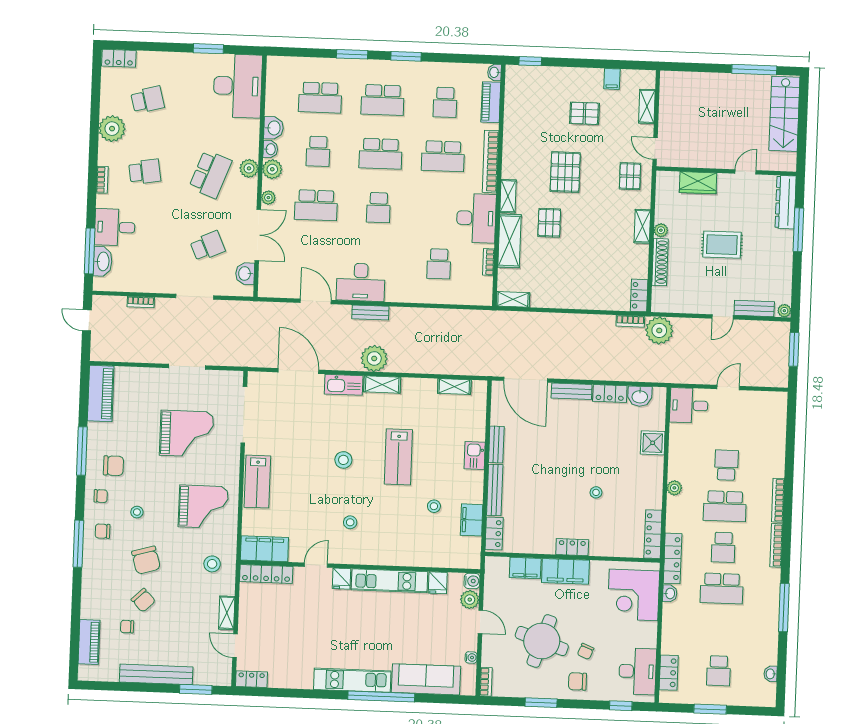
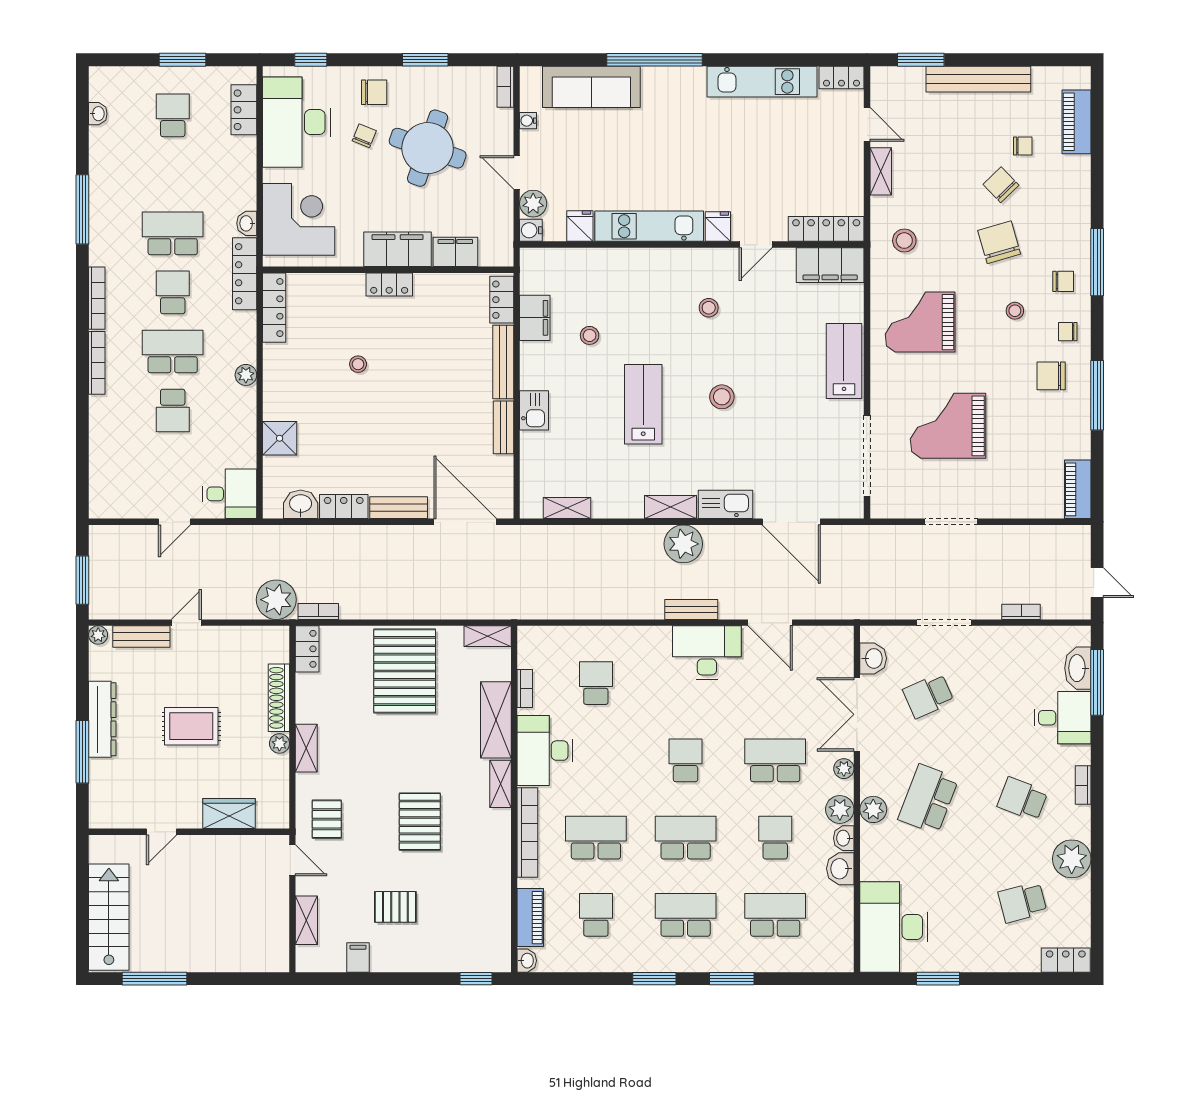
school desk: (145, 172) -> (1022, 799), turned 30
dresser: (786, 202) -> (102, 719), moved
pallet: (549, 223) -> (405, 671), moved, width x2.05, depth x2.00
piano: (101, 394) -> (1078, 489), width x0.73, depth x0.75
desk: (638, 671) -> (296, 122), width x1.36, depth x1.30
kitchen unit: (352, 680) -> (762, 82), moved

